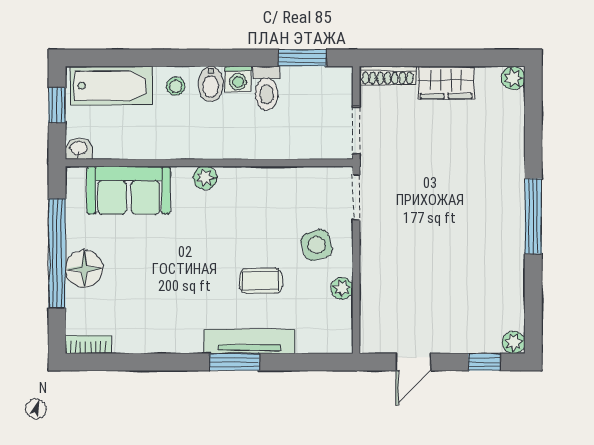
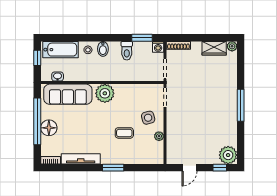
washing machine: (238, 79) -> (158, 47), moved
wardrobe: (446, 82) -> (214, 48), moved
washbasin: (79, 149) -> (58, 77), moved
plant: (205, 178) -> (105, 93), width x1.87, depth x1.87
sofa: (129, 190) -> (68, 94), width x1.36
tv unit: (249, 341) -> (81, 159), moved
plant: (514, 342) -> (228, 155), width x1.87, depth x1.87

